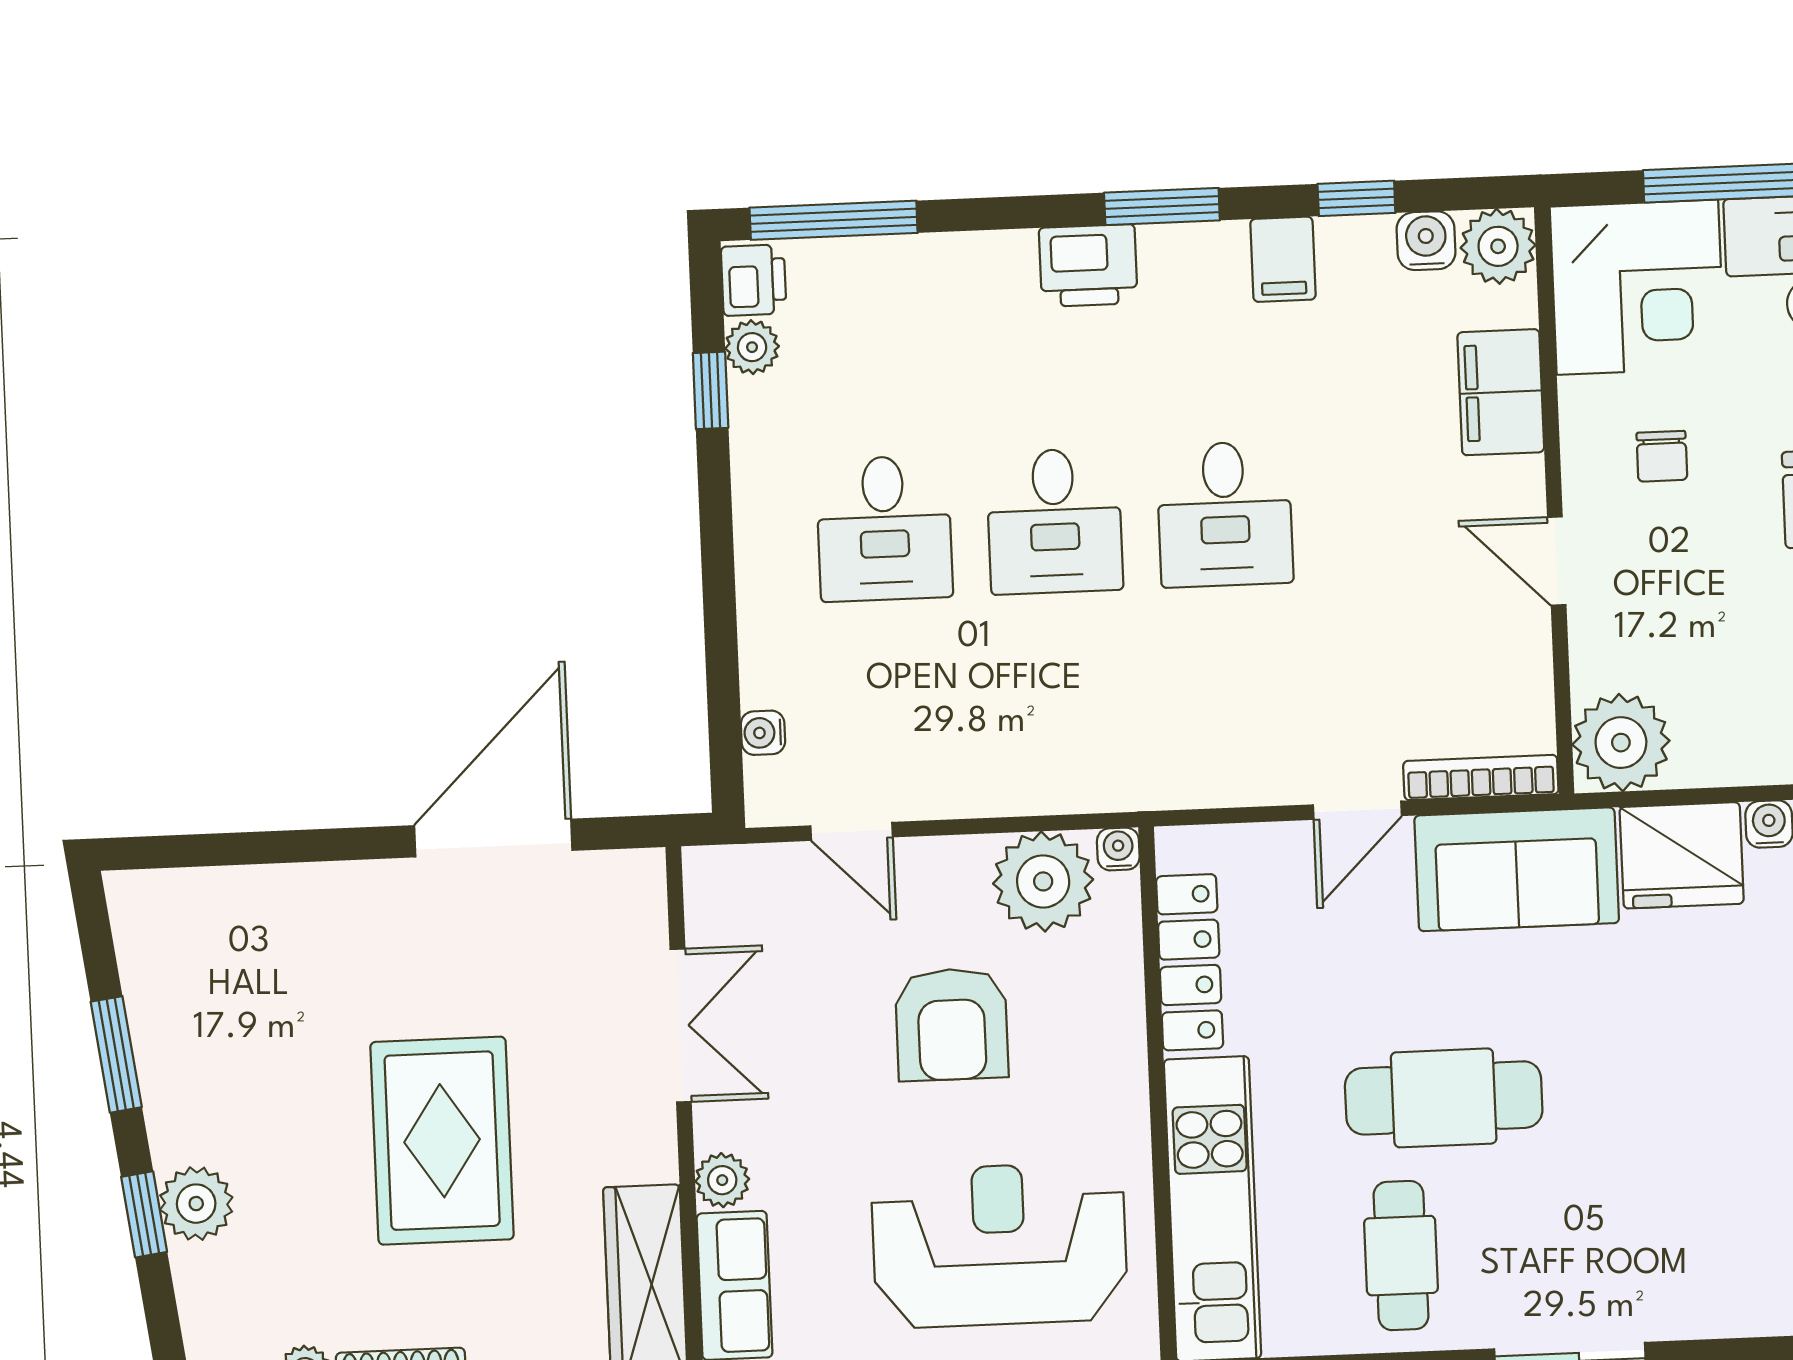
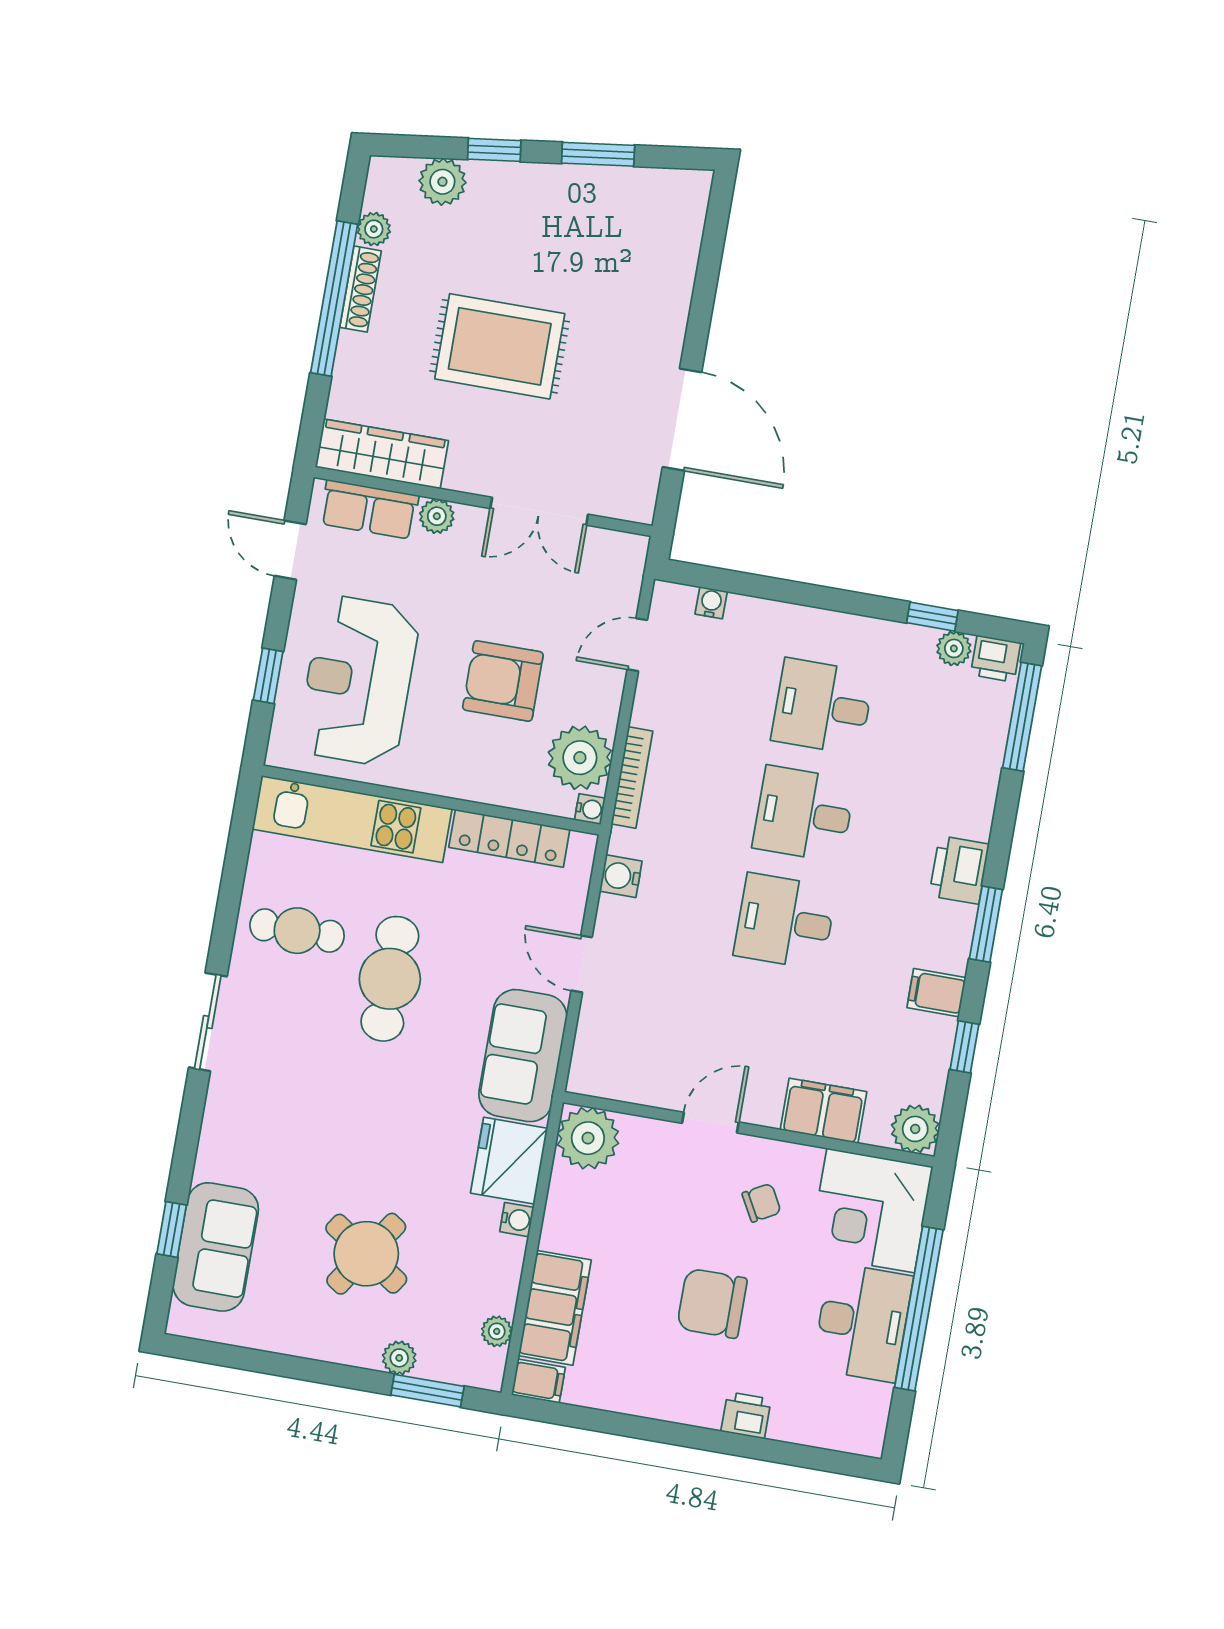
water cooler: (1426, 241) -> (621, 876), moved, turned 180
chair: (1662, 456) -> (762, 1203), turned 151
bookcase: (1481, 778) -> (632, 778), moved
plant: (196, 1204) -> (442, 182), moved
reception desk: (999, 1245) -> (358, 681), turned 180

